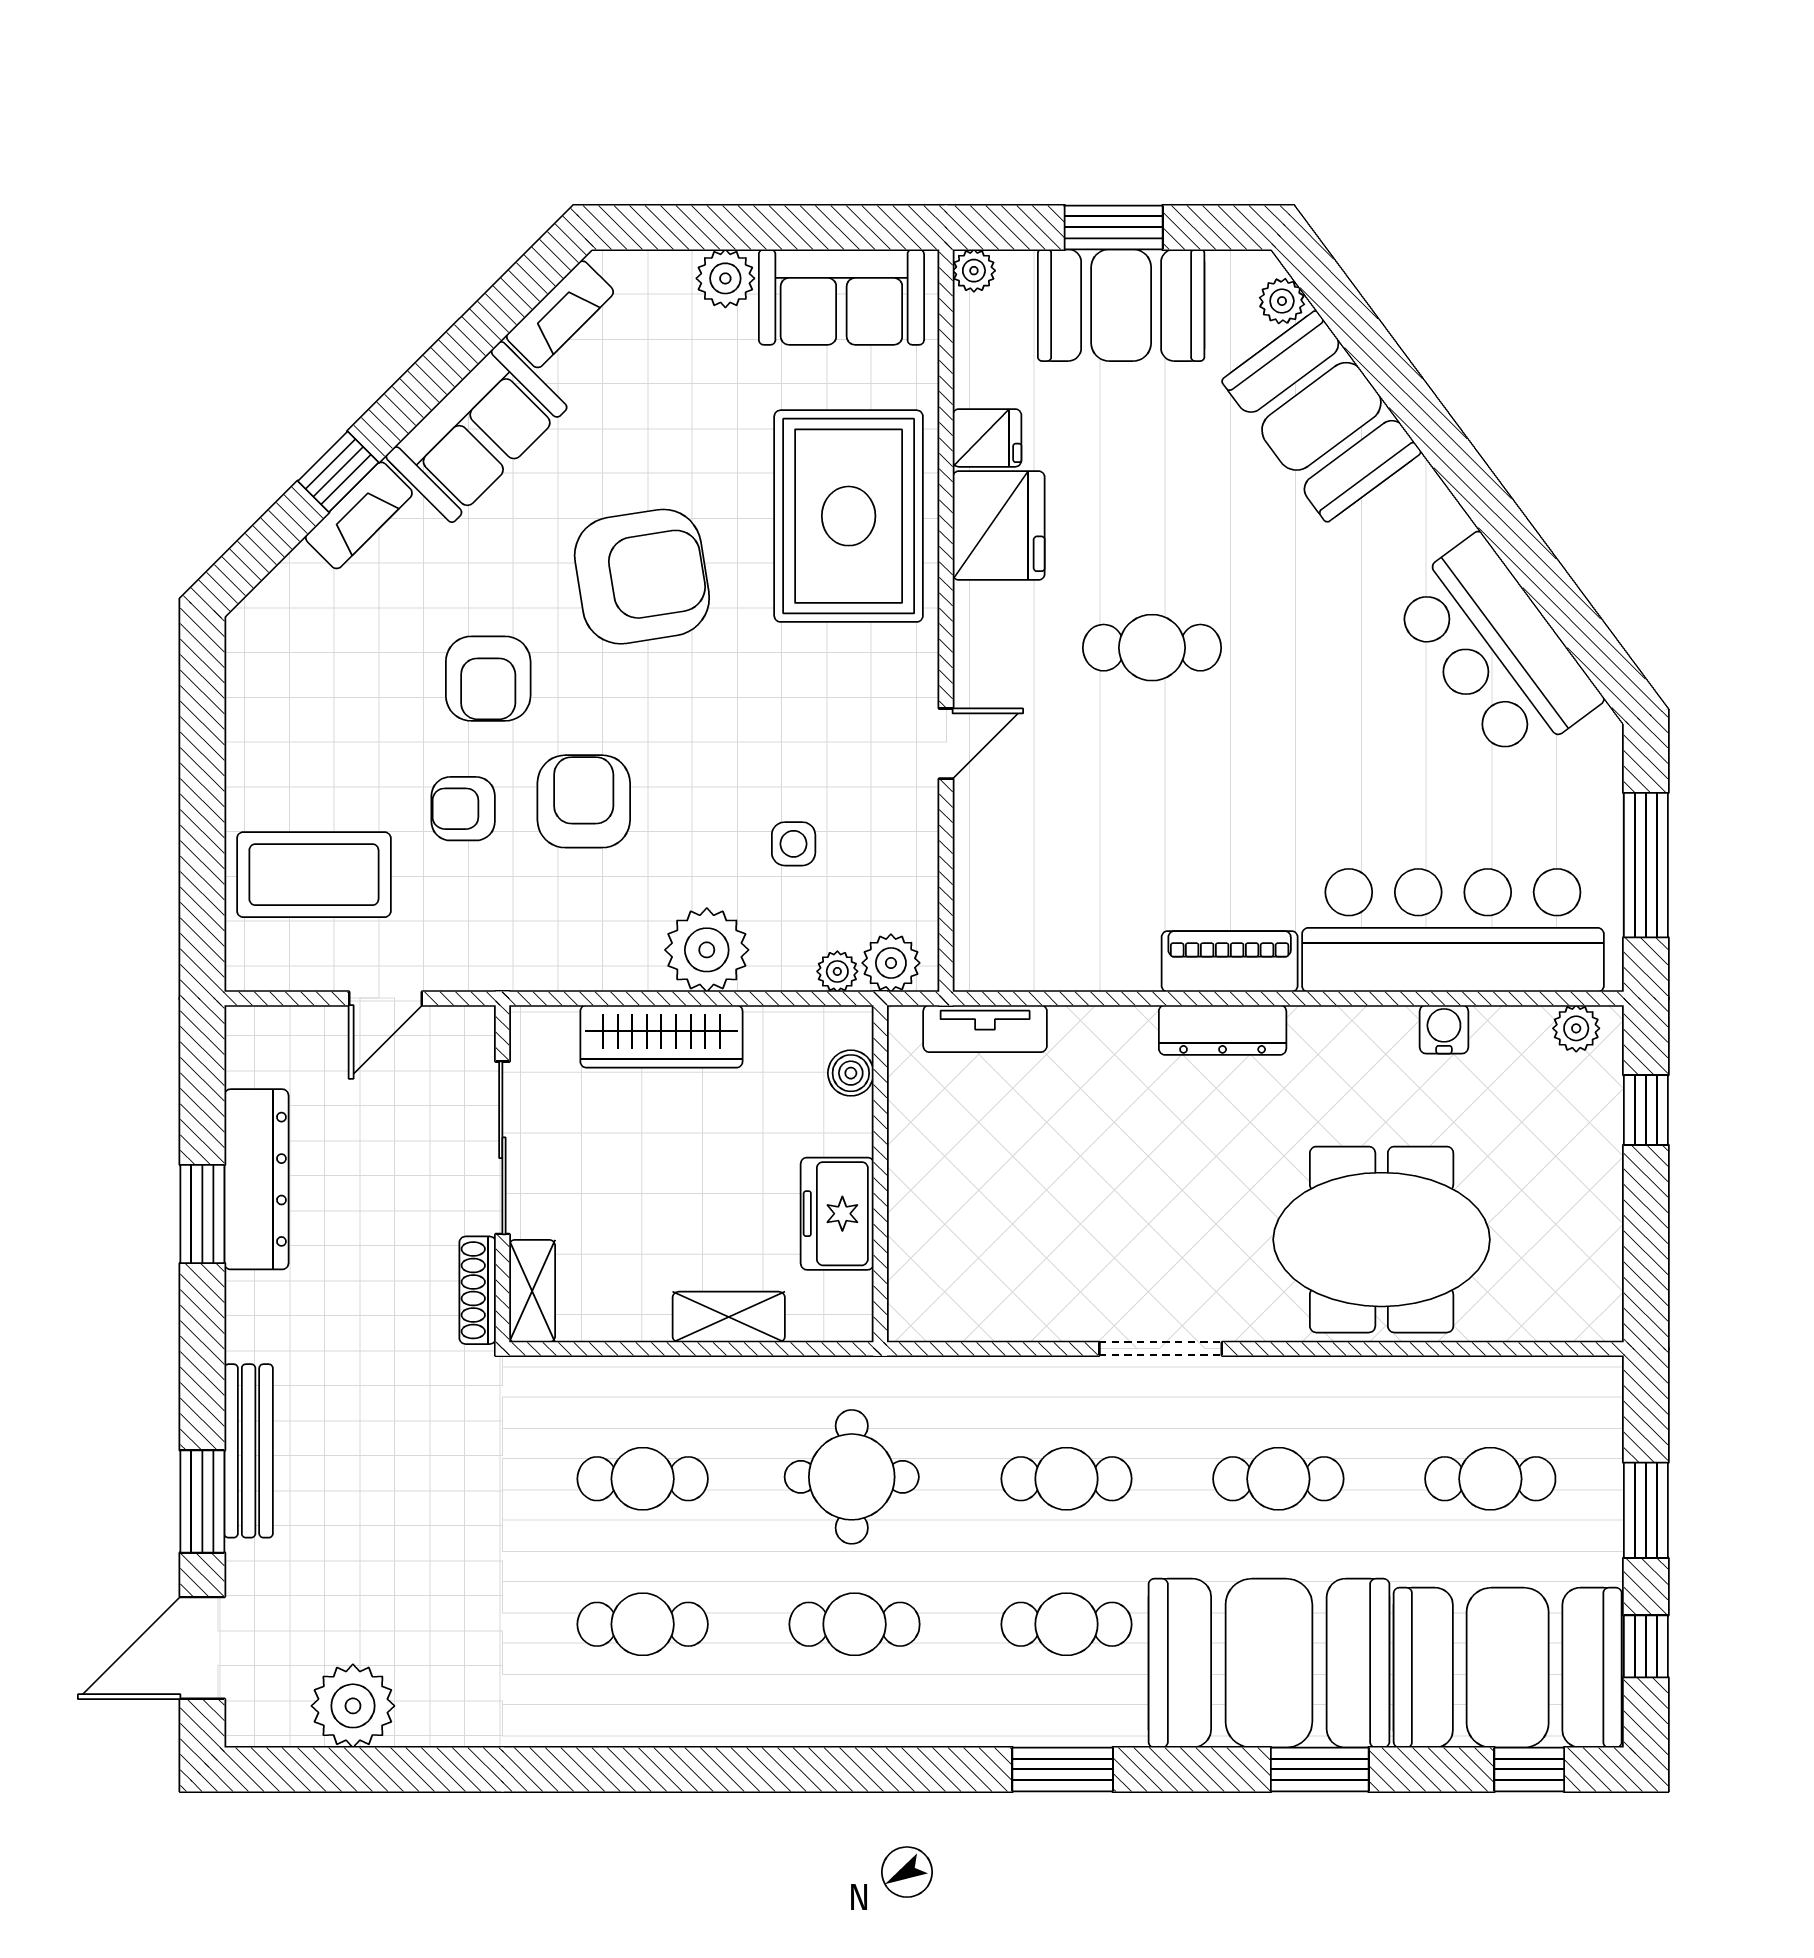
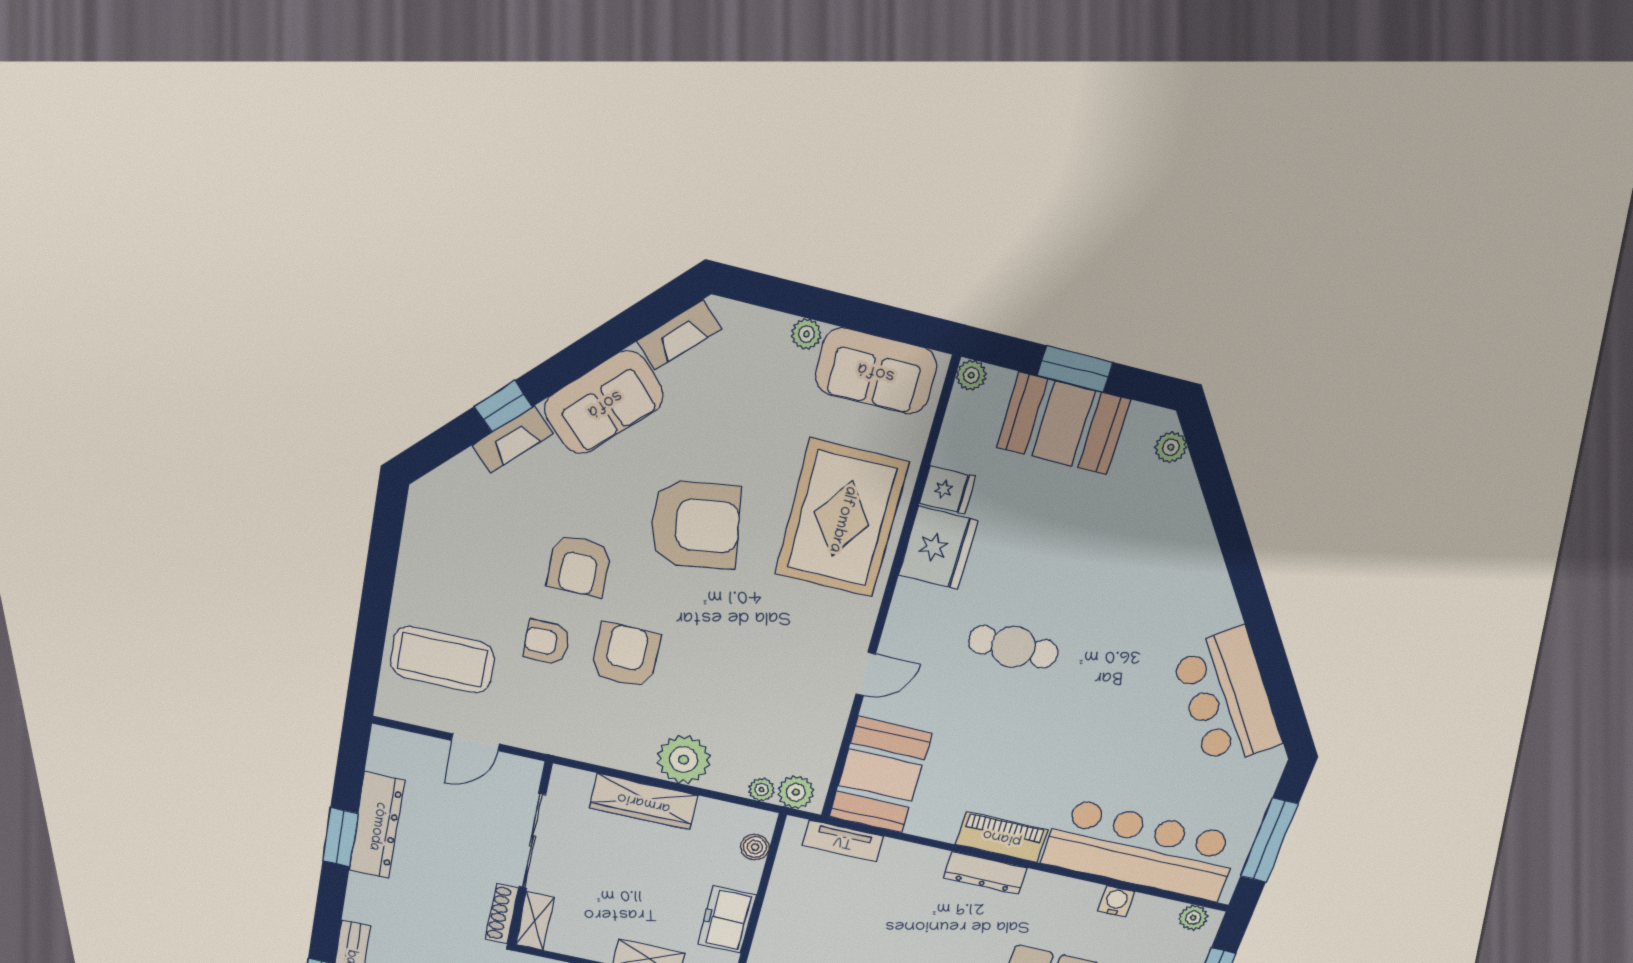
plant: (725, 278) -> (806, 334), width x0.73, depth x0.73
booth: (1321, 416) -> (880, 775), moved, turned 37
side table: (794, 844) -> (753, 711), removed

